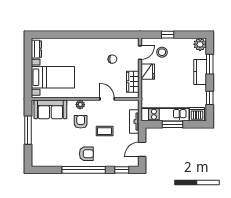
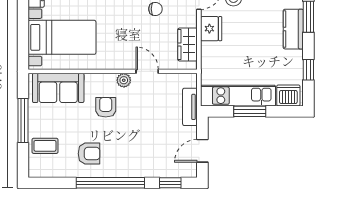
plant: (80, 105) -> (124, 80), moved
coffee table: (105, 131) -> (45, 146), moved
armchair: (86, 154) -> (89, 154), moved

